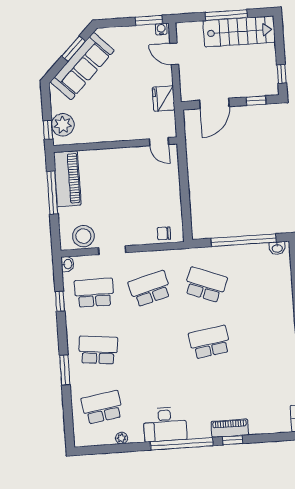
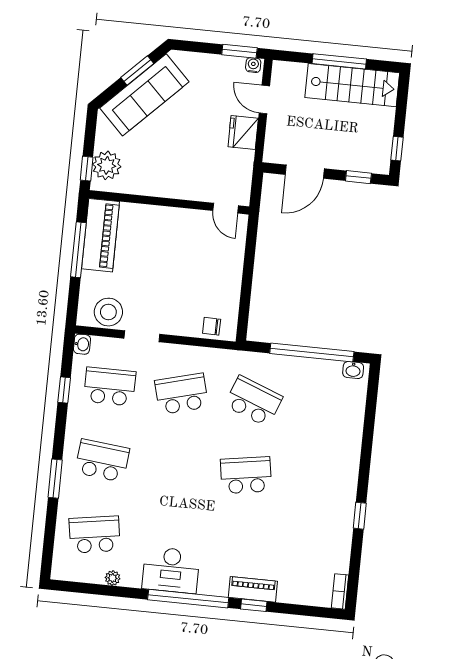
fridge: (164, 99) -> (243, 133), moved

